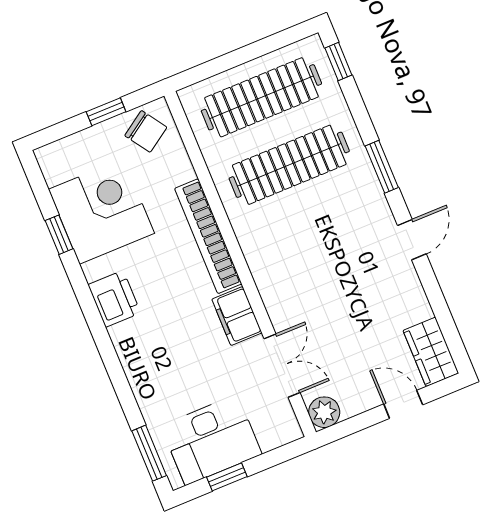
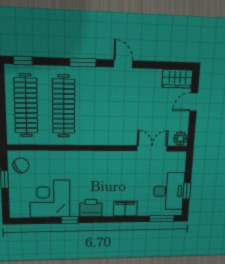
window: (59, 235) -> (70, 220), moved
bookcase: (208, 236) -> (81, 157), removed
filing cabinet: (237, 316) -> (125, 209), moved, turned 180

